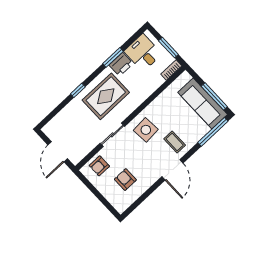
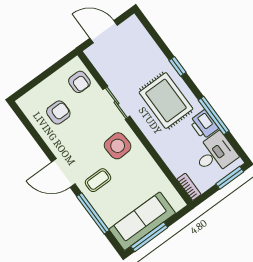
window: (168, 48) -> (230, 178), moved
window: (113, 57) -> (214, 116), width x1.44
window: (213, 132) -> (93, 213), moved
armchair: (99, 166) -> (79, 82), turned 180

